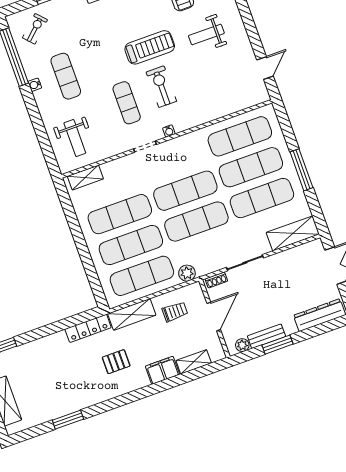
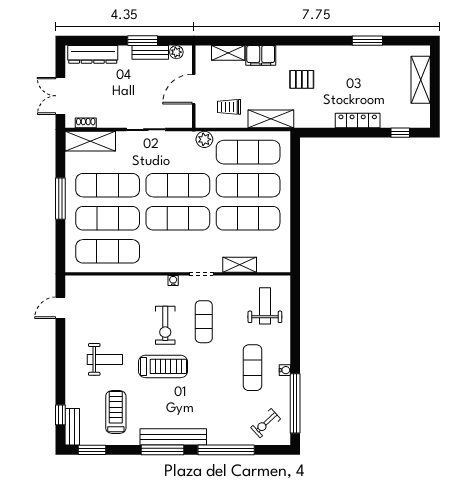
treadmill: (150, 47) -> (163, 366), turned 180
shelving: (85, 178) -> (240, 265), moved
shoe rack: (216, 280) -> (86, 123), moved
locker: (88, 328) -> (358, 121), moved

